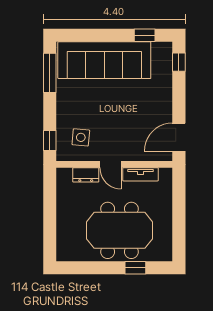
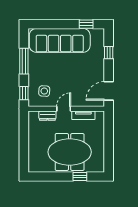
window: (179, 62) -> (109, 53), moved
window: (50, 73) -> (24, 61), moved
door: (110, 164) -> (64, 109), swing flipped

